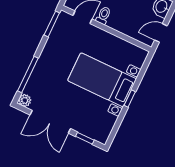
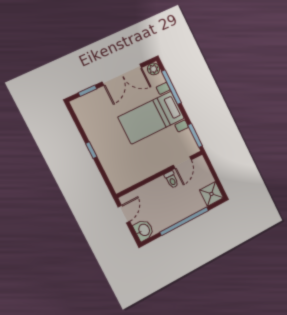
bed with nightstands: (102, 80) -> (151, 118), moved, turned 180
double door: (50, 122) -> (122, 75), swing flipped

